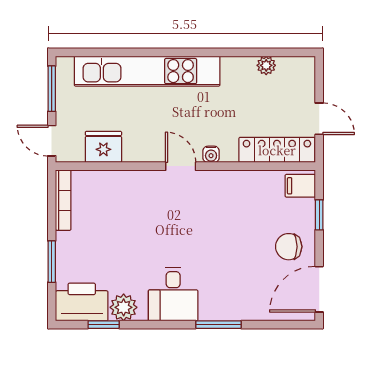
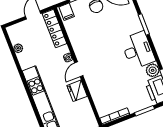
fridge: (103, 147) -> (77, 91), moved
desk: (173, 294) -> (138, 50), width x1.37

